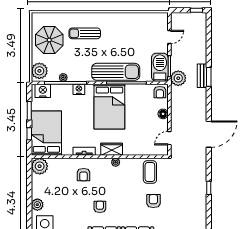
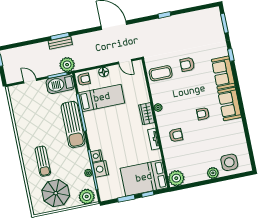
sun lounger: (116, 72) -> (73, 125), turned 180
nightstand: (43, 91) -> (101, 169), moved
bed: (109, 107) -> (102, 98), moved, width x0.67

